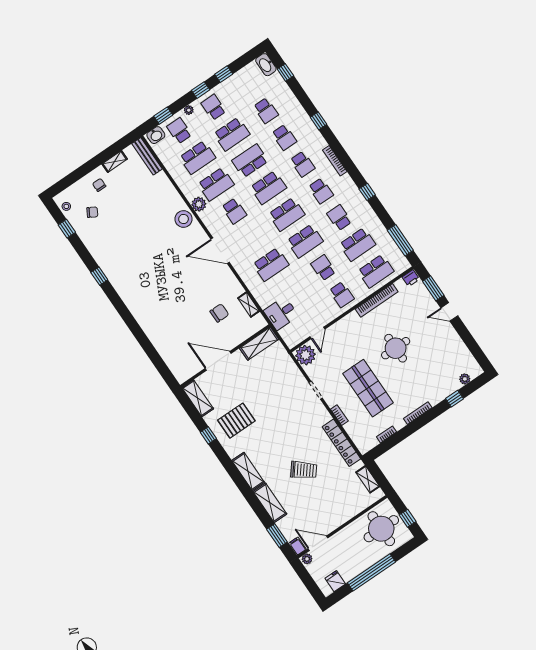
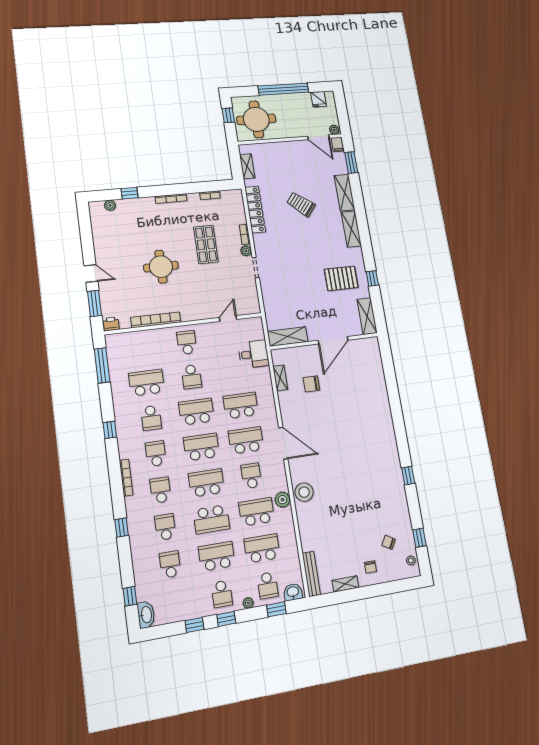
school desk: (376, 271) -> (246, 440), moved
plant: (305, 355) -> (246, 251), moved, width x0.53, depth x0.53
door: (218, 361) -> (333, 340), hinge flipped
shop shelf: (368, 388) -> (206, 244), width x0.70, depth x0.74

